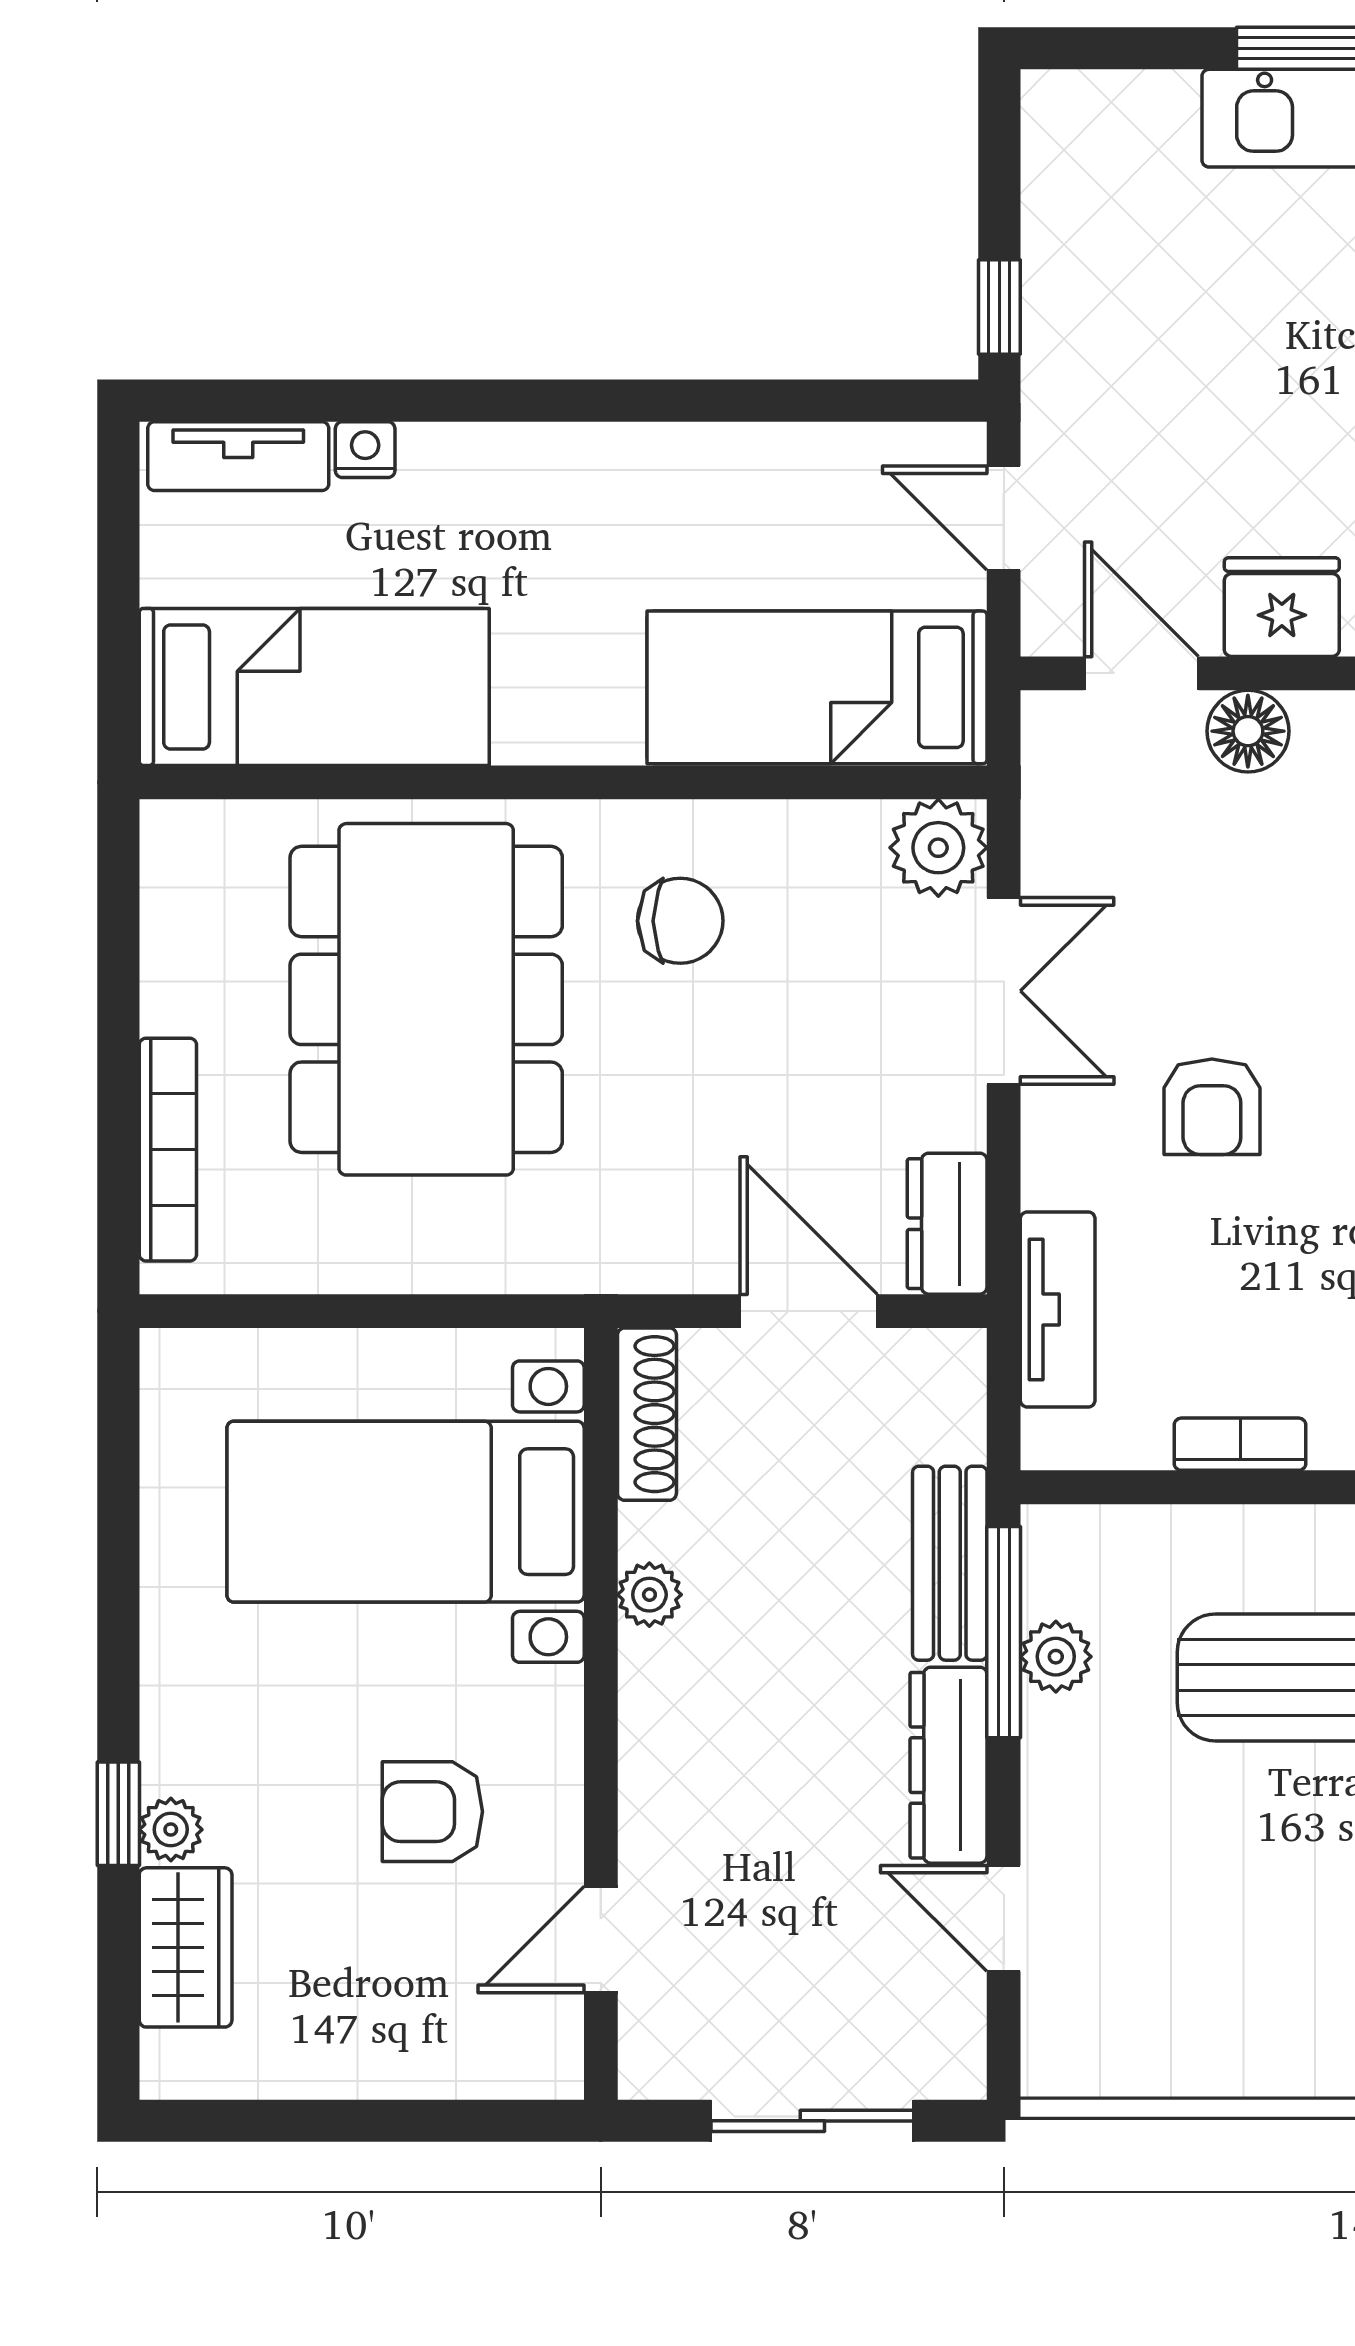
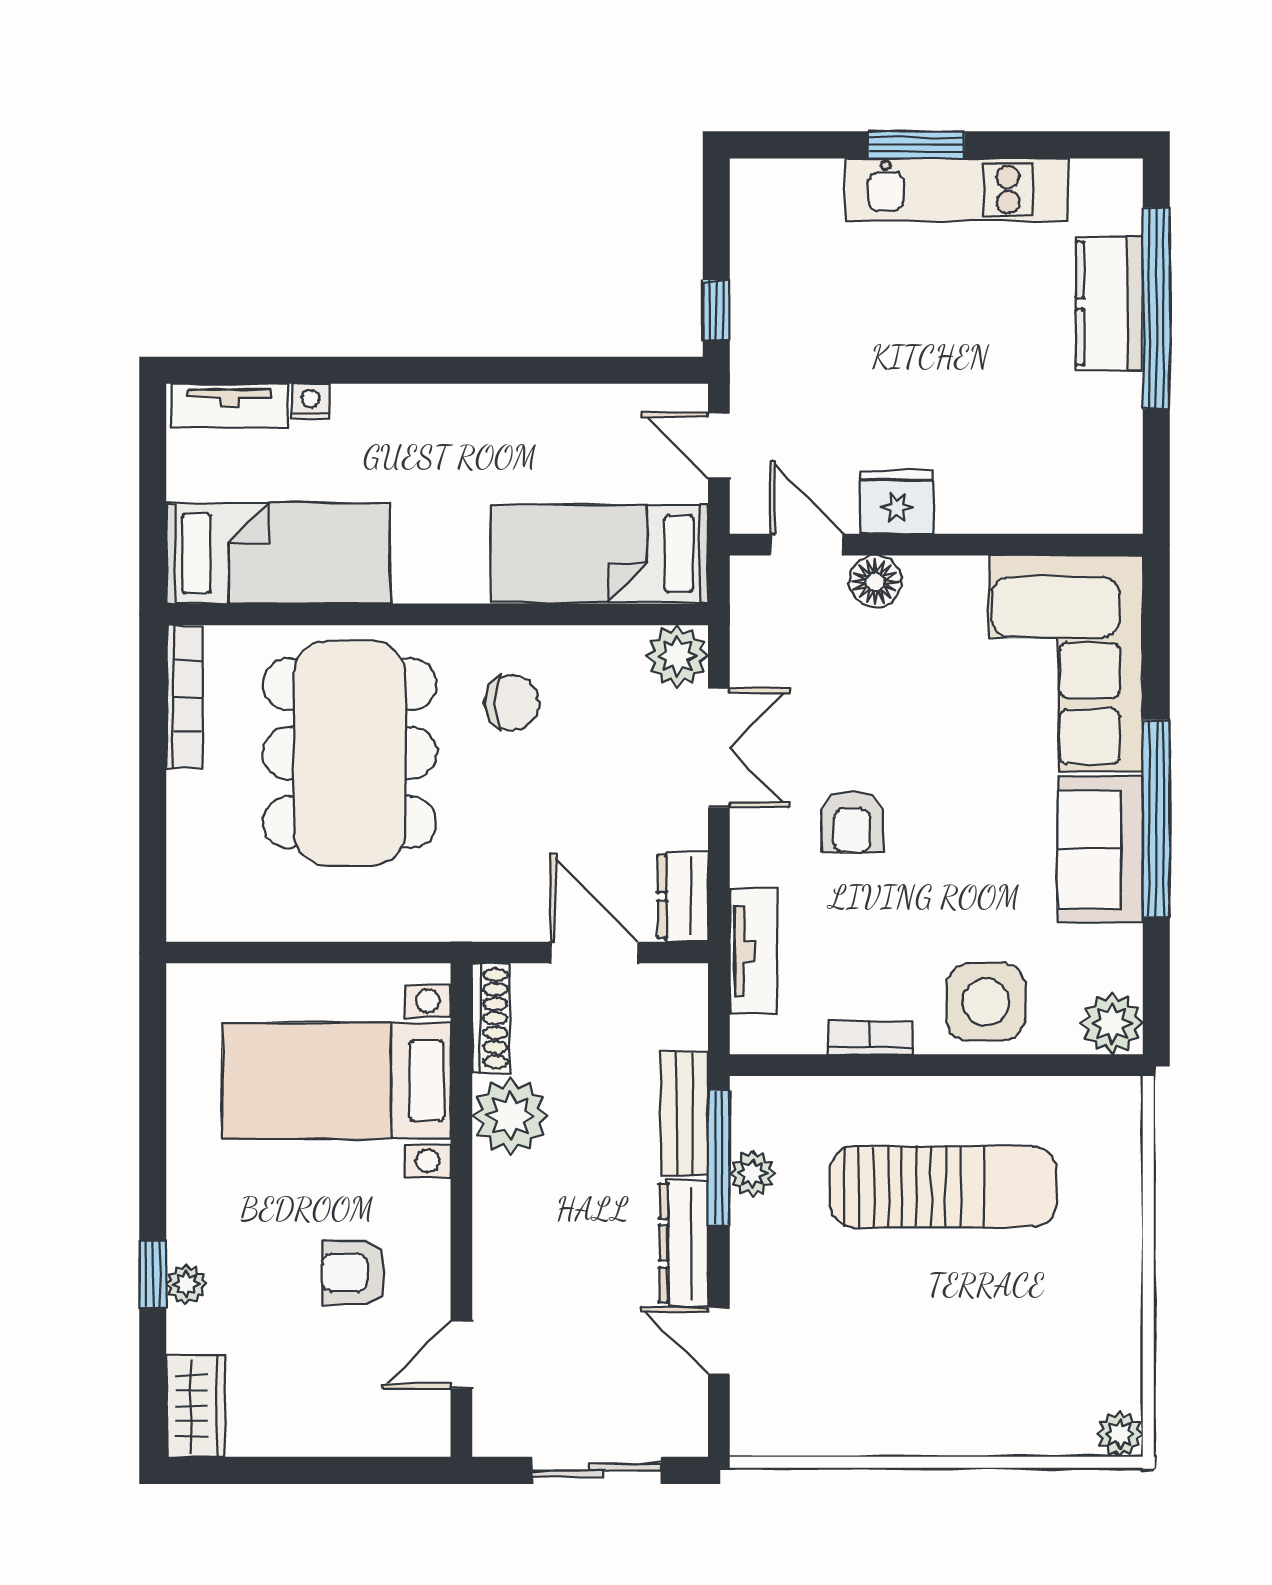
bookcase: (168, 1150) -> (184, 697), moved
plant: (649, 1595) -> (510, 1116), width x1.88, depth x1.88
wardrobe: (186, 1947) -> (196, 1406), moved

